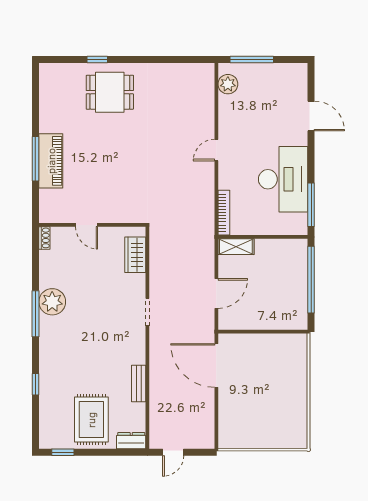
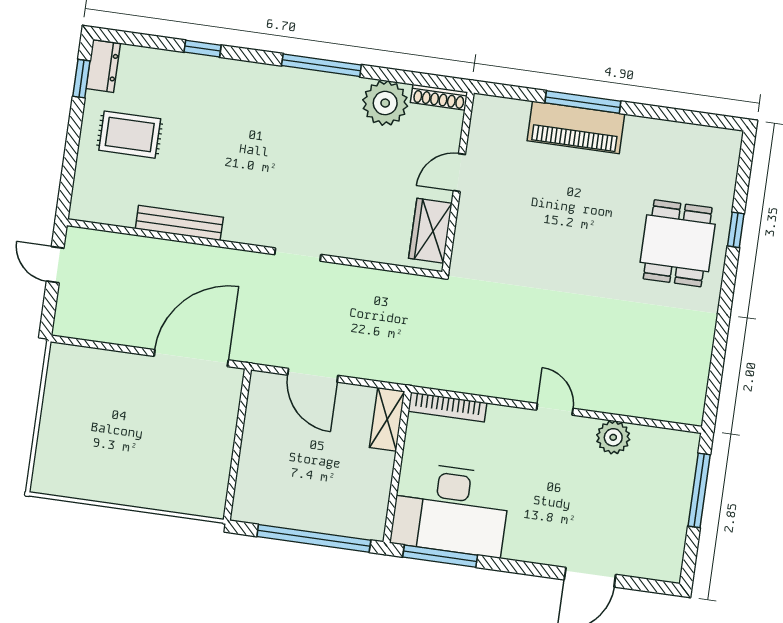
plant: (228, 84) -> (613, 437), moved
desk: (283, 179) -> (451, 509), moved
shoe rack: (44, 238) -> (439, 97), width x1.43
wardrobe: (135, 255) -> (430, 231), moved, turned -90
plant: (52, 302) -> (385, 103), moved
bench: (139, 383) -> (179, 223), width x1.36
rug: (91, 420) -> (130, 135), width x0.73, depth x0.70
dresser: (131, 441) -> (103, 66), moved

